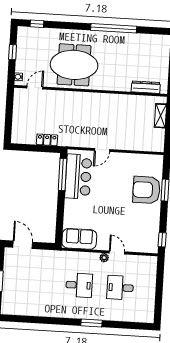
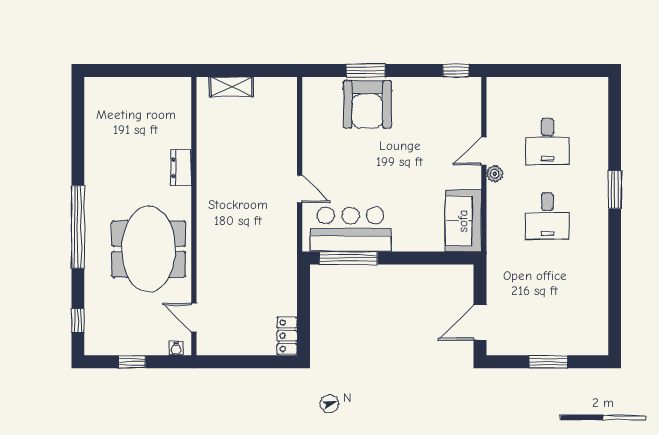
window: (114, 28) -> (78, 227), moved
dresser: (146, 87) -> (181, 168), moved, width x0.70
locker: (47, 140) -> (287, 336), moved
desk: (79, 285) -> (547, 216), turned 180

